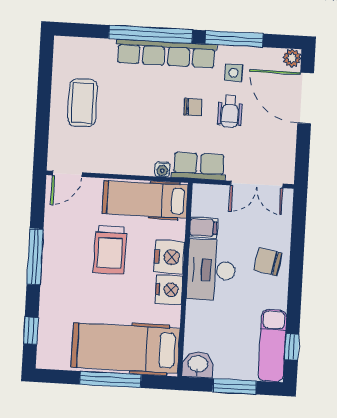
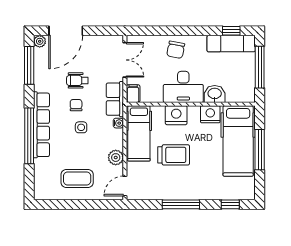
window: (234, 39) -> (29, 65), moved
side table: (234, 73) -> (81, 127), moved
wheelchair: (230, 111) -> (77, 80), turned 180
plant: (111, 163) -> (116, 158), added
door: (67, 174) -> (125, 186), swing flipped
filing cabinet: (204, 228) -> (133, 94), moved
nightstand: (169, 290) -> (210, 114), moved
washbasin: (198, 365) -> (215, 94), moved, turned 90
window: (235, 386) -> (260, 67), width x1.44

